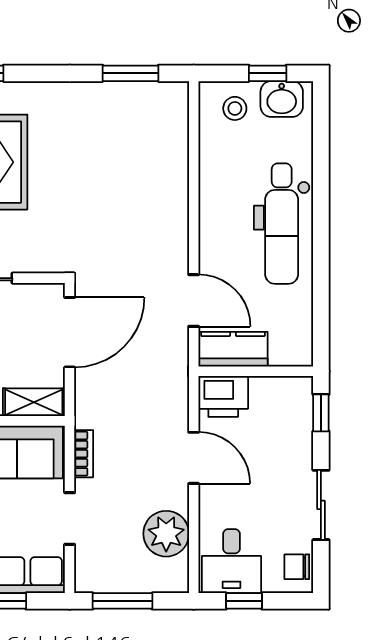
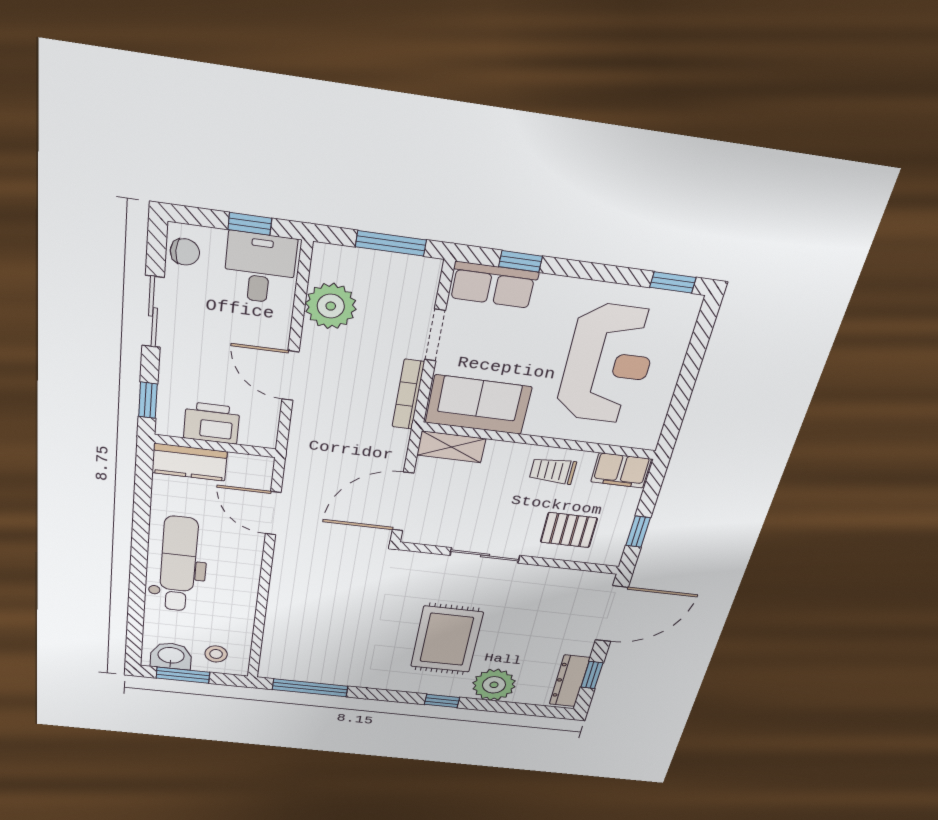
window: (131, 73) -> (310, 688), width x1.44
window: (268, 73) -> (183, 675), width x1.50
kitchen counter: (233, 349) -> (190, 462), moved
printer: (223, 396) -> (212, 423), moved
bookcase: (84, 454) -> (408, 394), width x1.56

